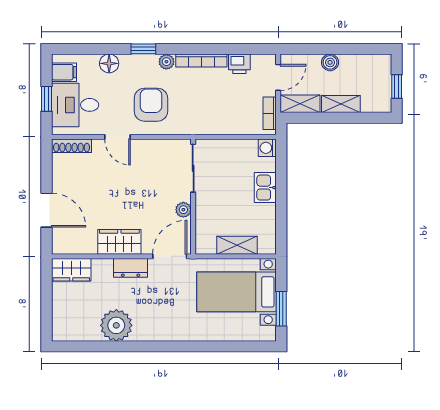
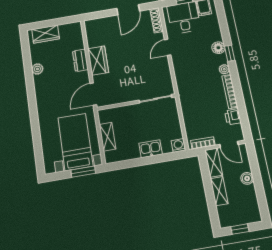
floor lamp: (109, 63) -> (218, 48), moved
armchair: (151, 105) -> (193, 65), removed
door: (46, 210) -> (128, 10), moved
plant: (183, 210) -> (126, 97), removed
door: (170, 256) -> (93, 94), swing flipped
dresser: (131, 268) -> (80, 60), moved
wardrobe: (71, 270) -> (46, 34), moved, turned -90
window: (281, 309) -> (83, 172), moved
plant: (116, 325) -> (37, 69), width x0.53, depth x0.53

